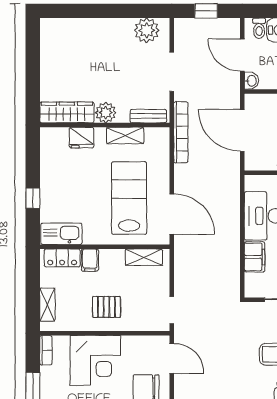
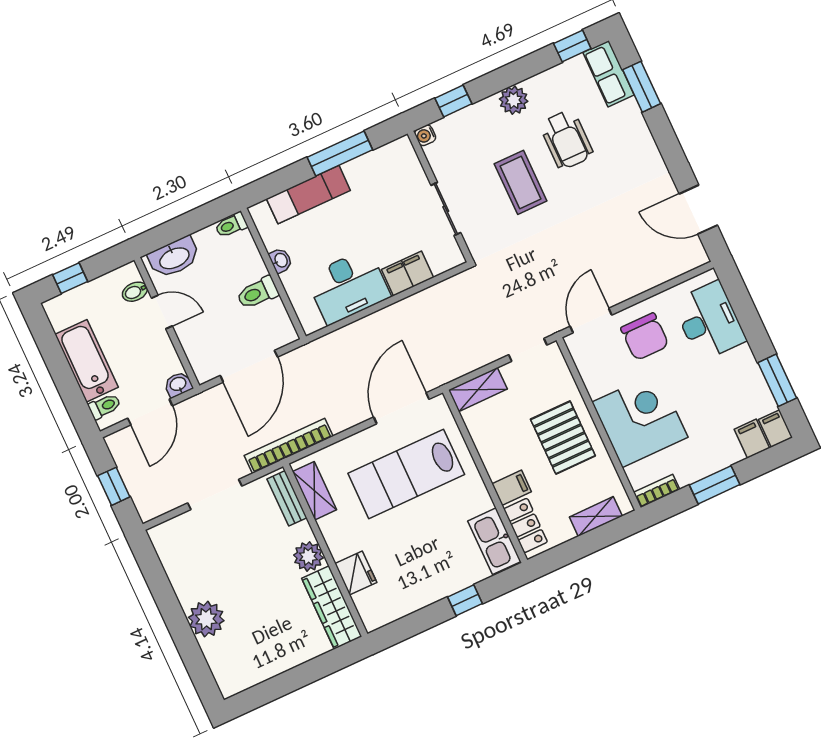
plant: (147, 30) -> (206, 619), moved
shelving: (125, 136) -> (314, 491), moved
shelving: (144, 257) -> (478, 390), moved, turned 90
pallet: (106, 307) -> (563, 438), width x1.50, depth x1.42

